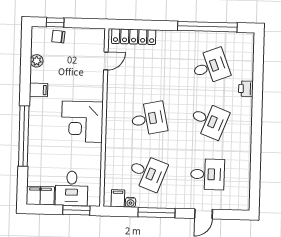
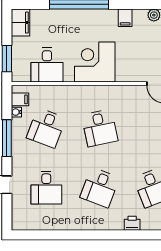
desk: (72, 188) -> (47, 65), moved, turned -90

